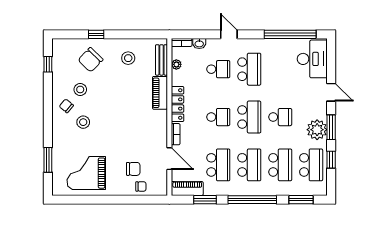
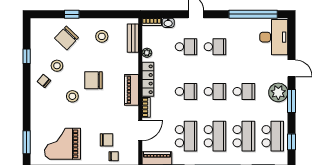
window: (48, 64) -> (27, 56), moved
plant: (176, 64) -> (147, 53), moved
school desk: (249, 69) -> (215, 47), width x0.54
piano: (160, 93) -> (131, 90), moved
chair: (119, 105) -> (93, 80), added
school desk: (249, 117) -> (215, 91), width x0.54
stool: (83, 122) -> (72, 96), moved
plant: (317, 130) -> (278, 92), moved
door: (169, 159) -> (140, 130), hinge flipped
window: (48, 160) -> (27, 142), moved
window: (331, 160) -> (291, 142), moved

